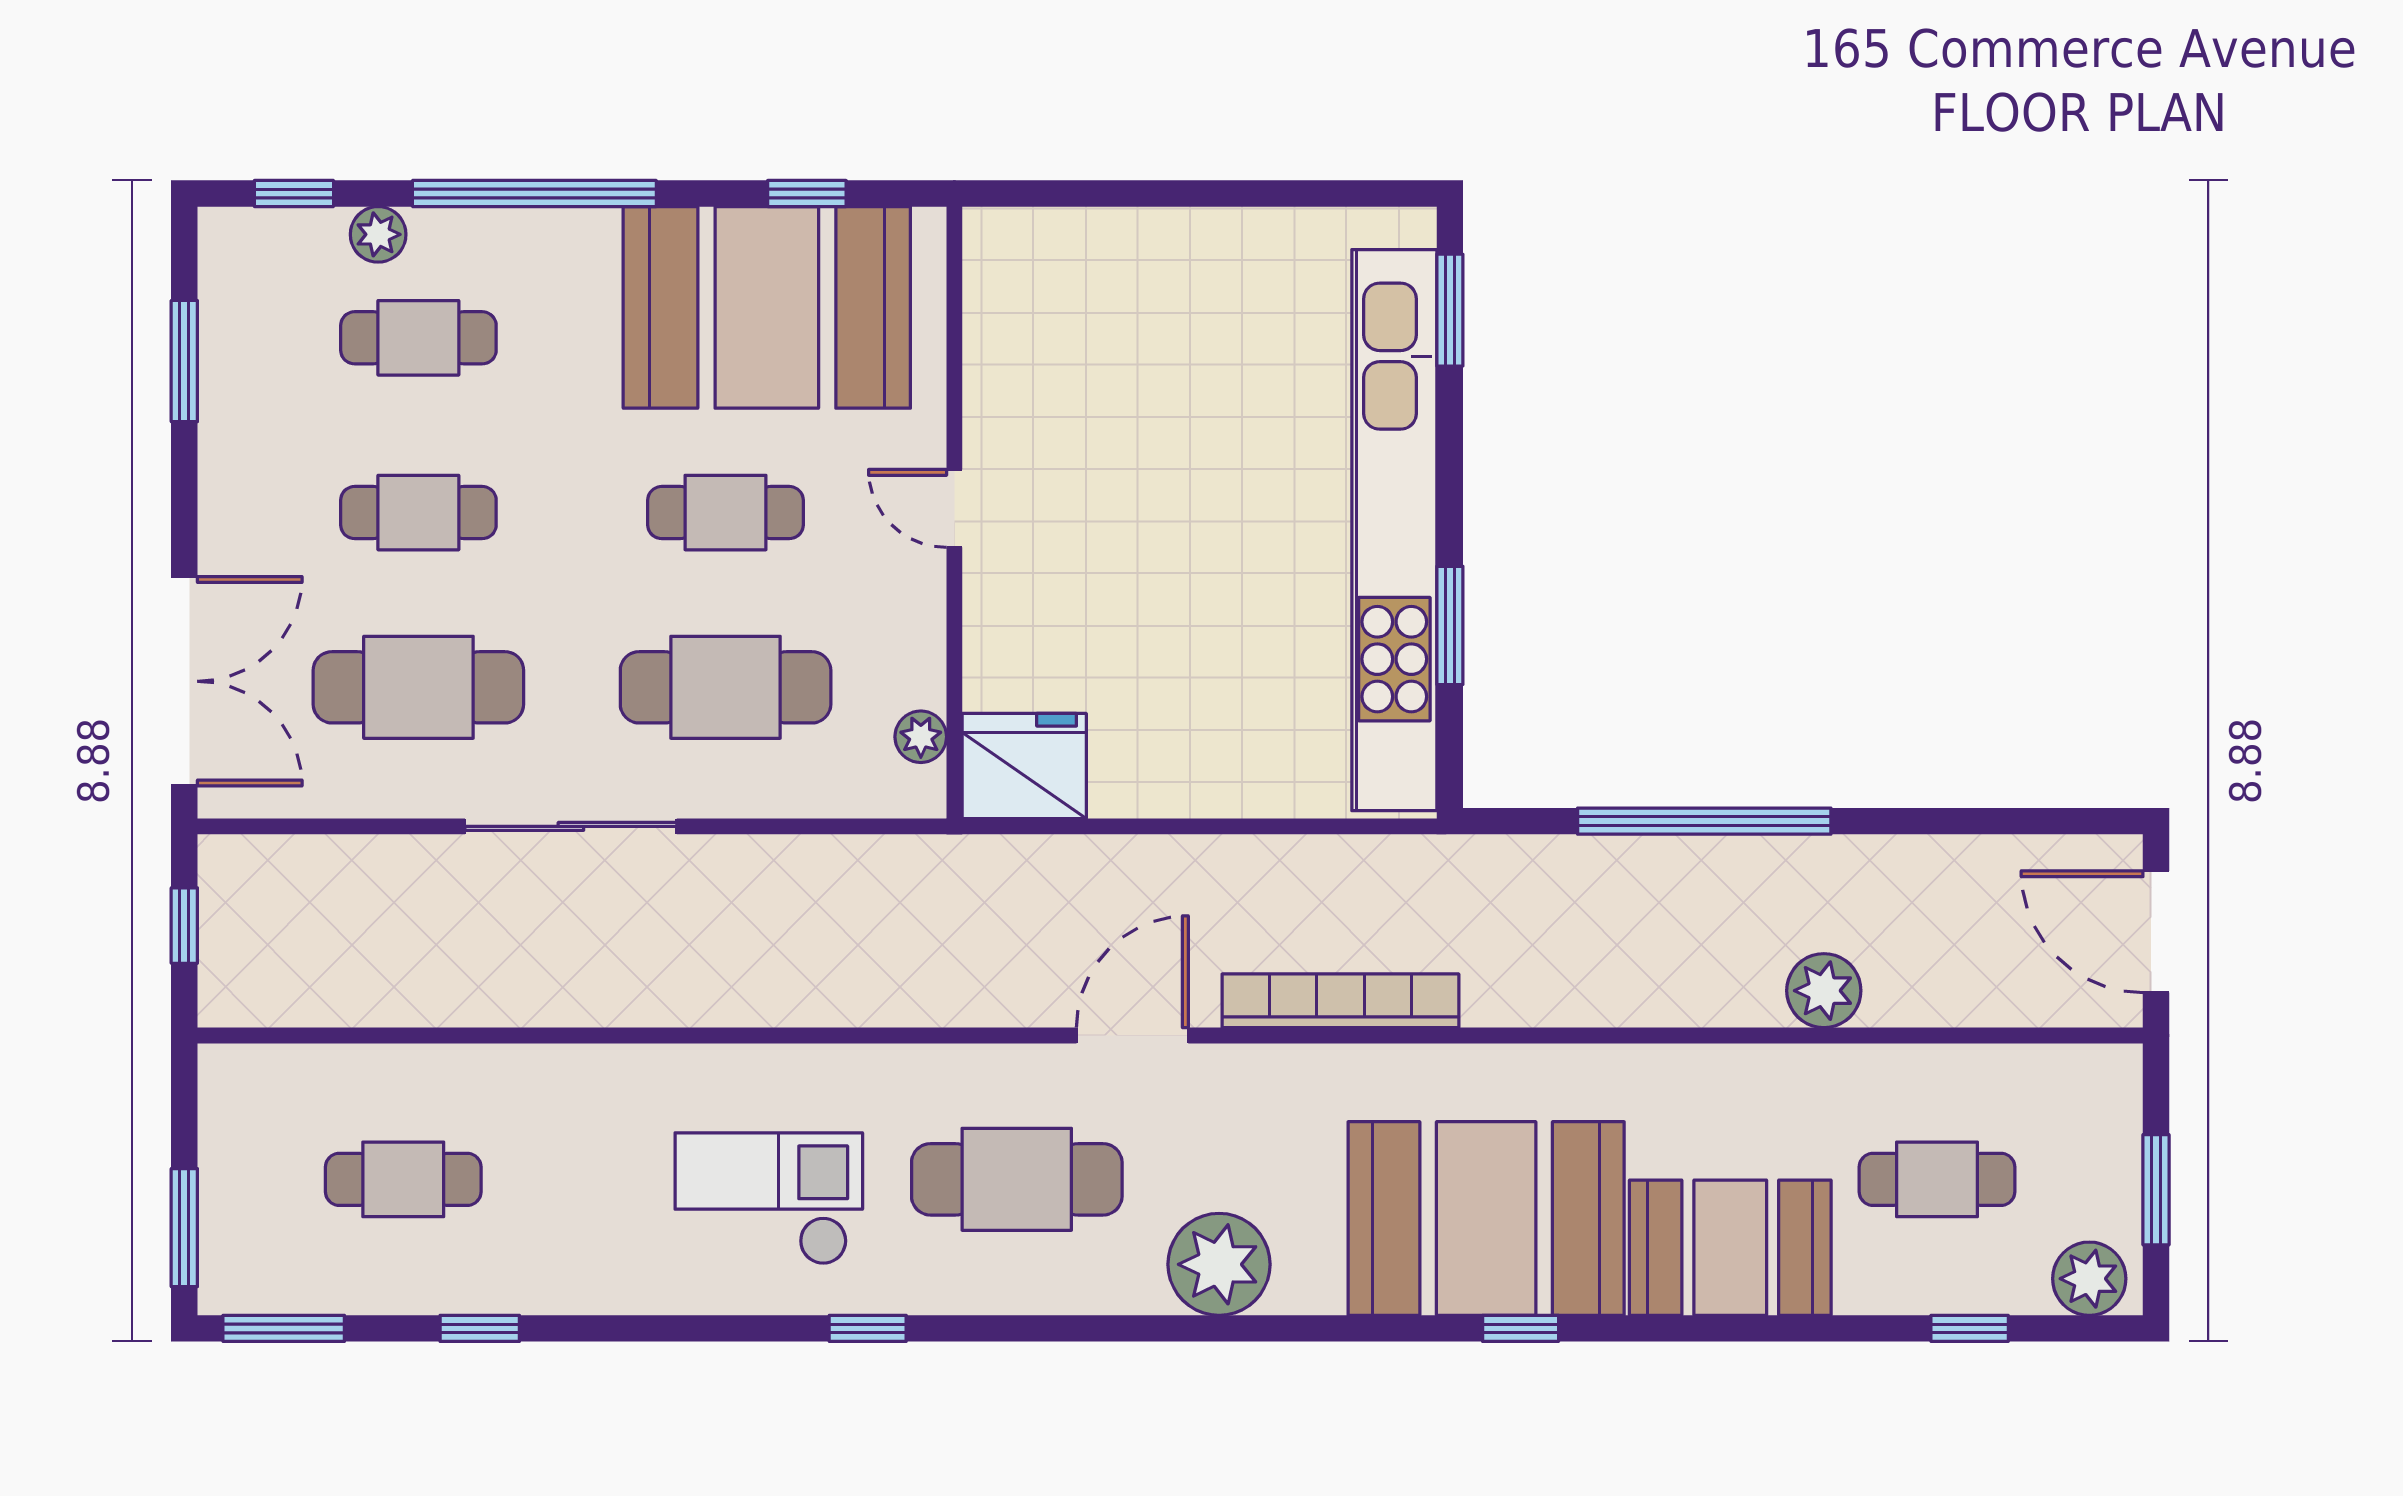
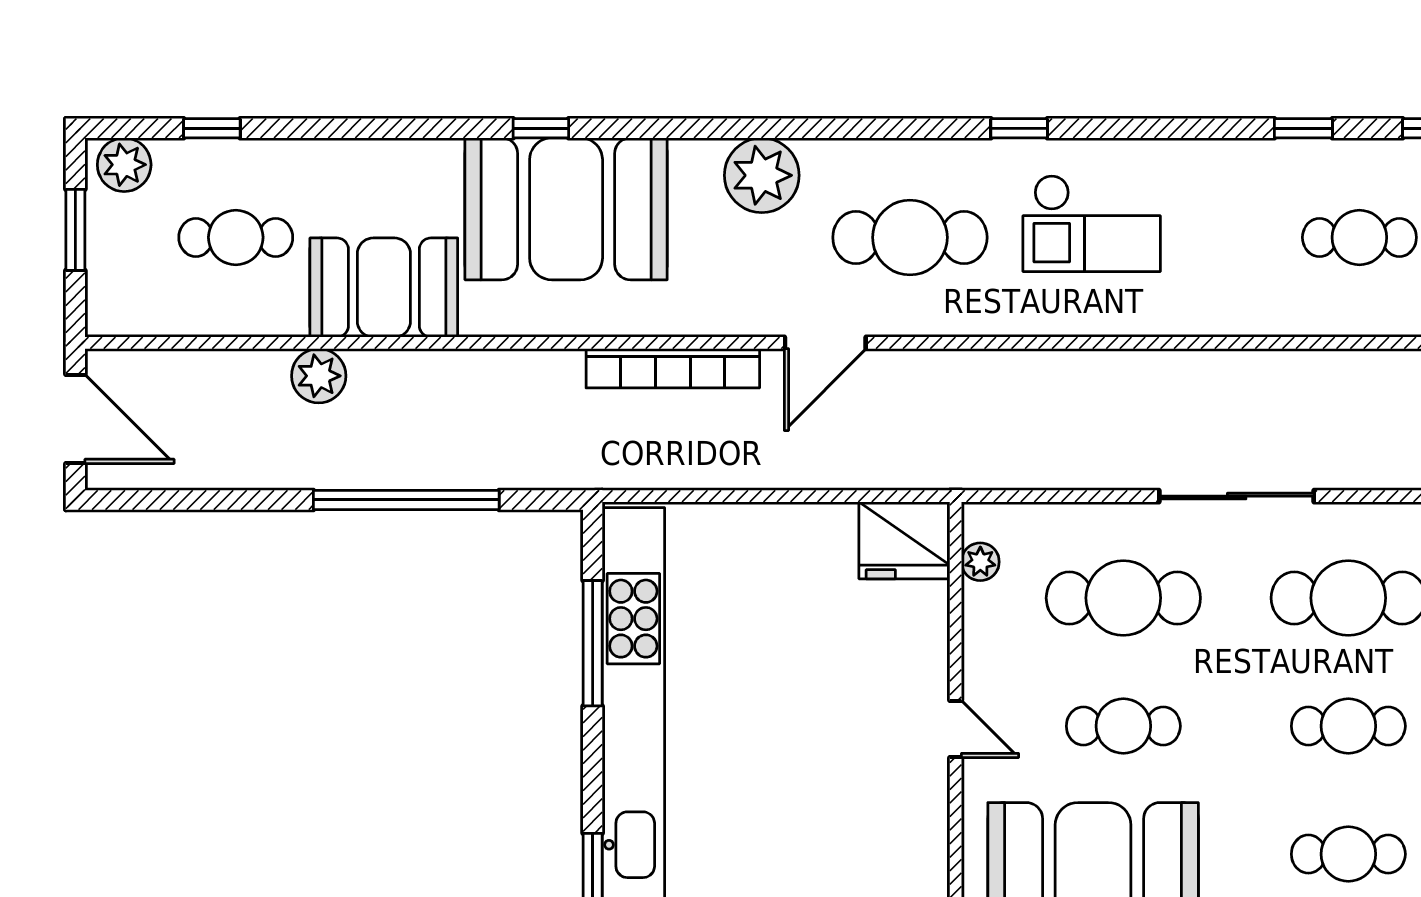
window: (1450, 625) -> (593, 643), width x1.44
booth: (1730, 1248) -> (384, 288), moved

